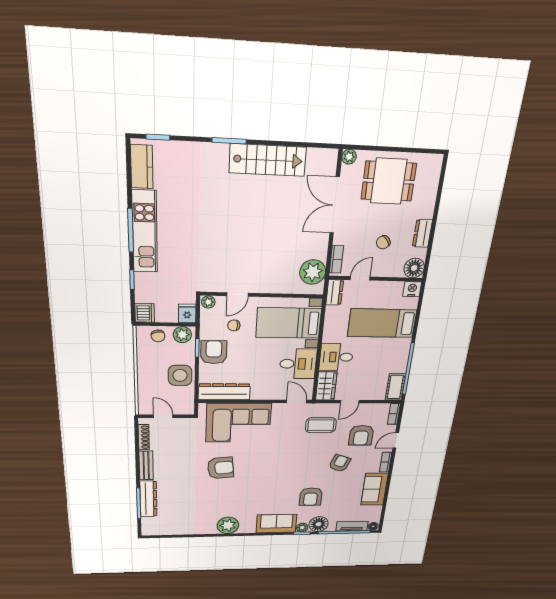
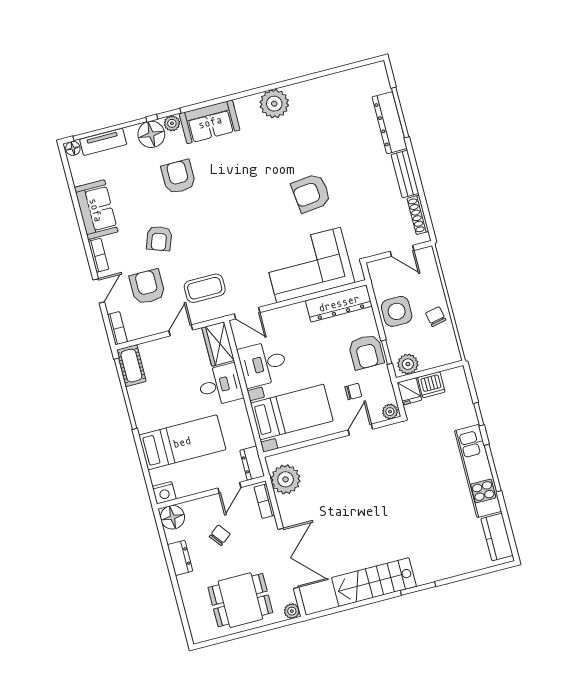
window: (158, 137) -> (488, 570), removed
dishwasher: (145, 313) -> (431, 385), moved, turned -90
chair: (158, 336) -> (436, 317), moved

